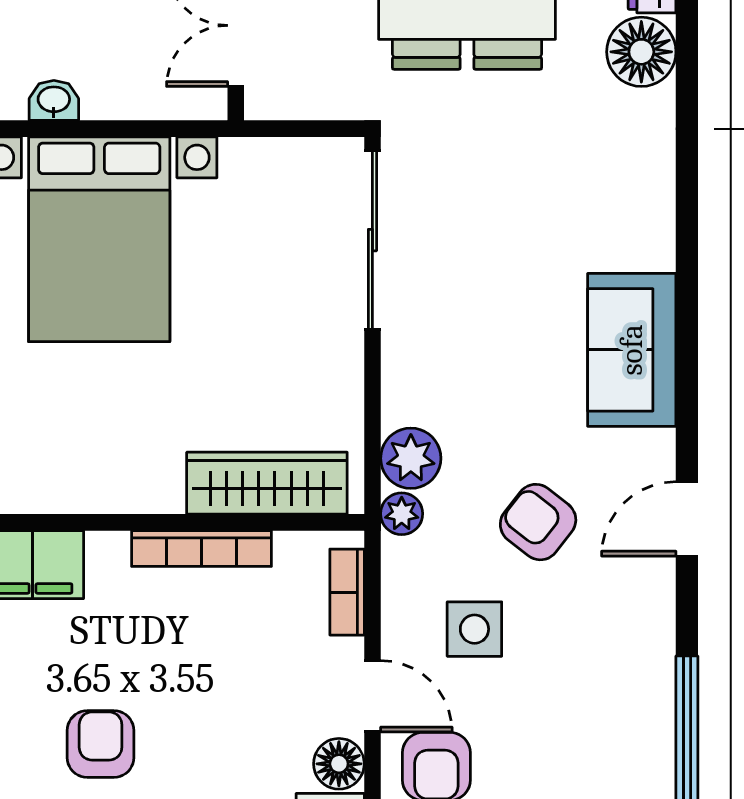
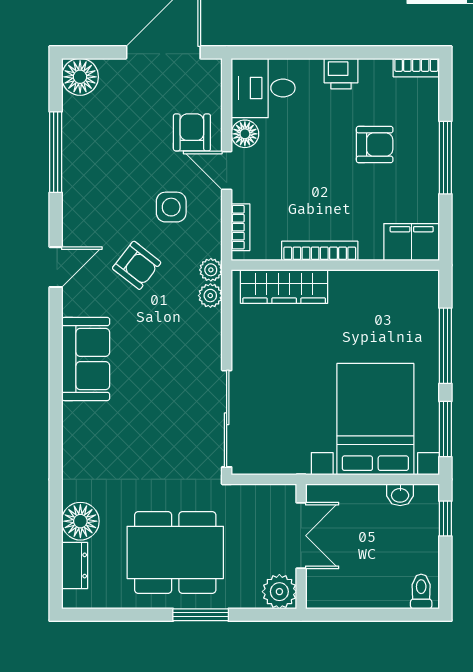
plant: (411, 458) -> (210, 296), width x0.73, depth x0.73
armchair: (101, 744) -> (375, 145), turned -90

